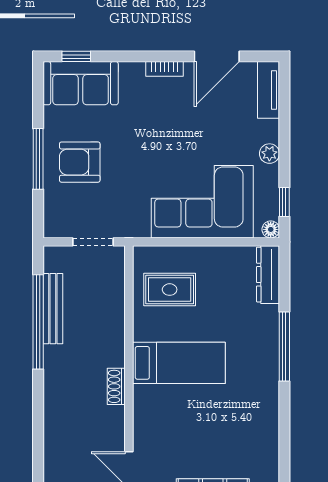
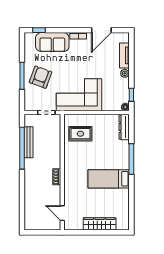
sofa: (81, 83) -> (52, 42), moved
tv unit: (268, 90) -> (124, 55), moved
armchair: (80, 162) -> (41, 77), turned 110
corner sofa: (202, 202) -> (79, 95), moved
bed: (179, 363) -> (109, 179), moved, turned 180

